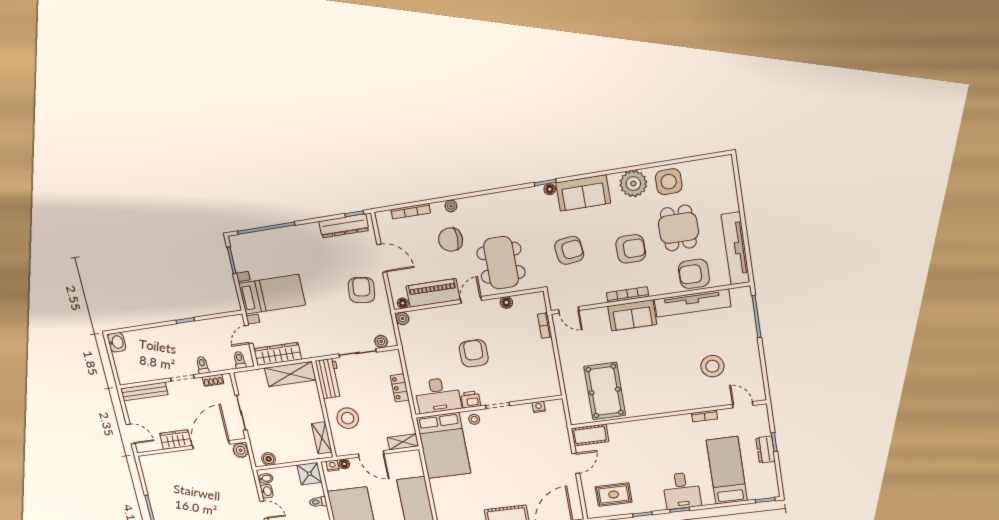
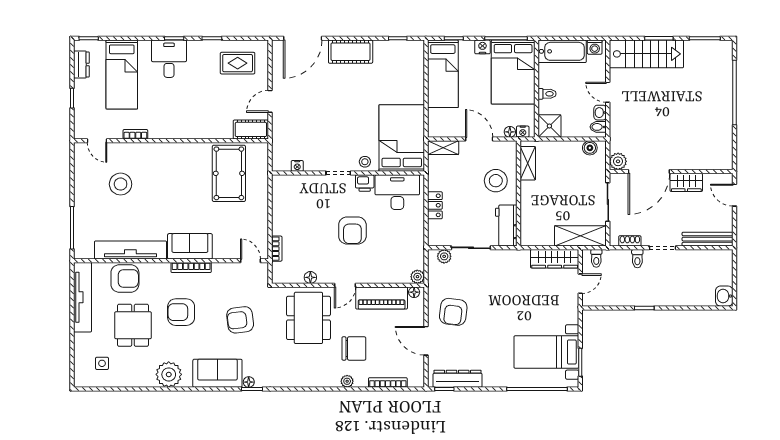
side table: (669, 182) -> (102, 363), moved, width x0.54, depth x0.54
bed with nightstands: (272, 294) -> (546, 352), moved
shelving: (290, 374) -> (580, 236), moved
dresser: (766, 450) -> (81, 64), moved

